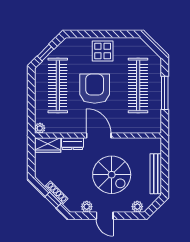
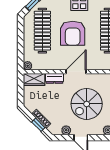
armchair: (95, 89) -> (73, 33), turned 180
door: (99, 135) -> (76, 72), hinge flipped
spiral stairs: (112, 175) -> (87, 104), turned 90

